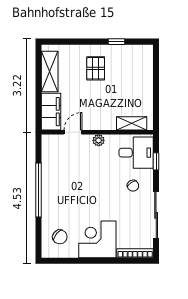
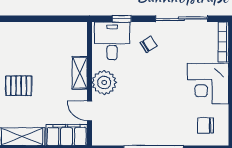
shelving: (132, 123) -> (80, 73), moved
plant: (99, 140) -> (104, 82), width x1.88, depth x1.88
chair: (60, 237) -> (205, 125), turned -130

